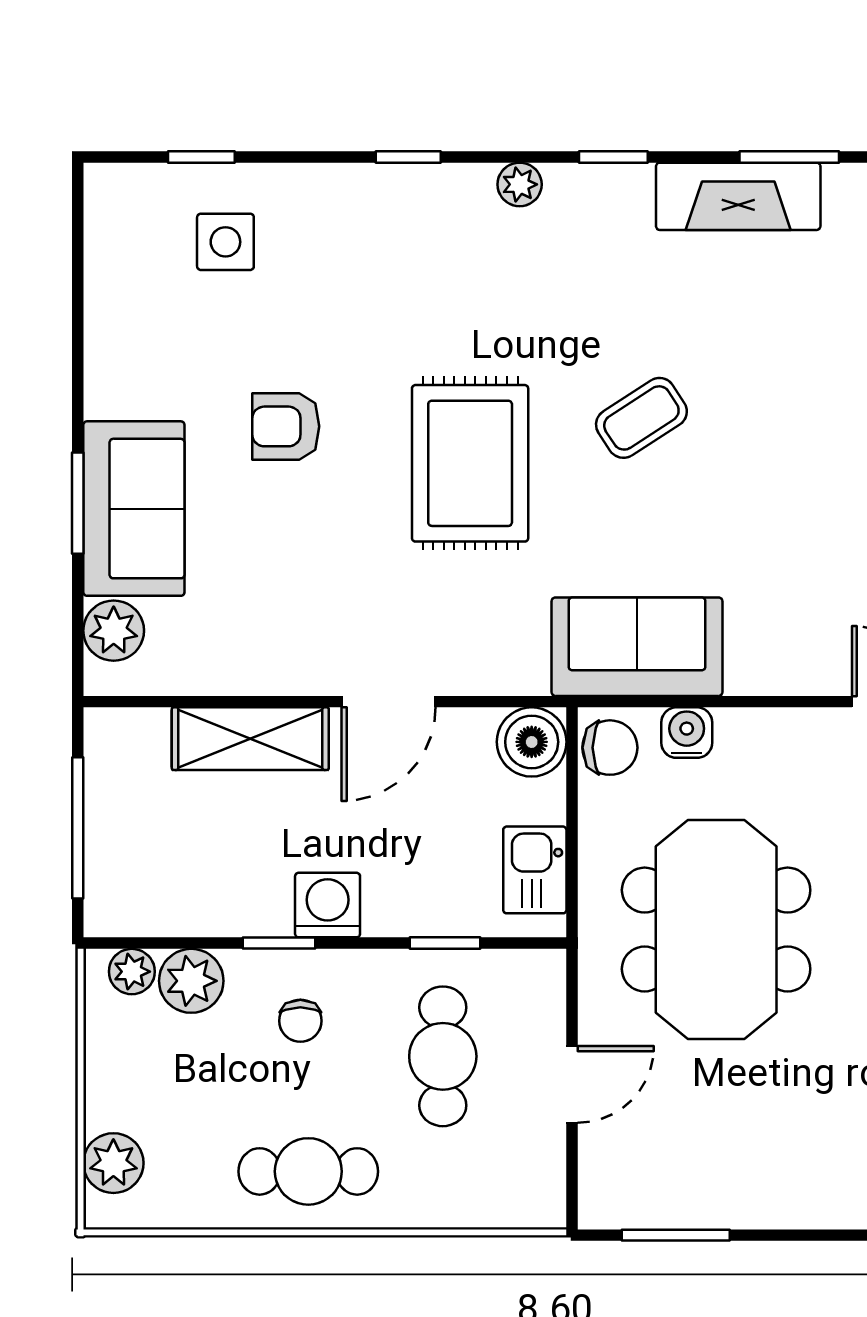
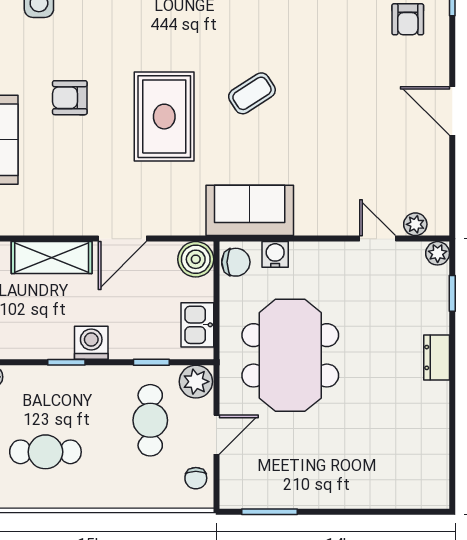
plant: (191, 981) -> (196, 382), moved
chair: (300, 1021) -> (196, 478), moved
cafe table: (308, 1171) -> (45, 452), moved

